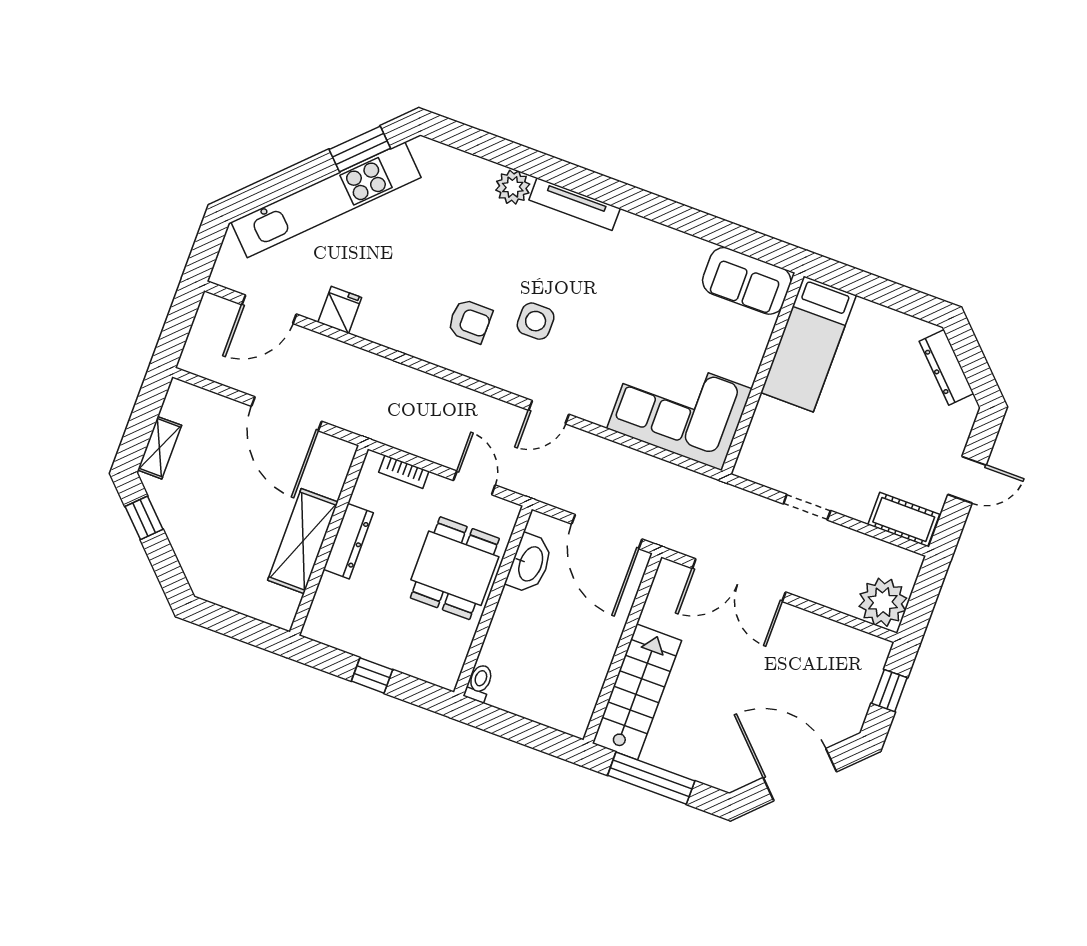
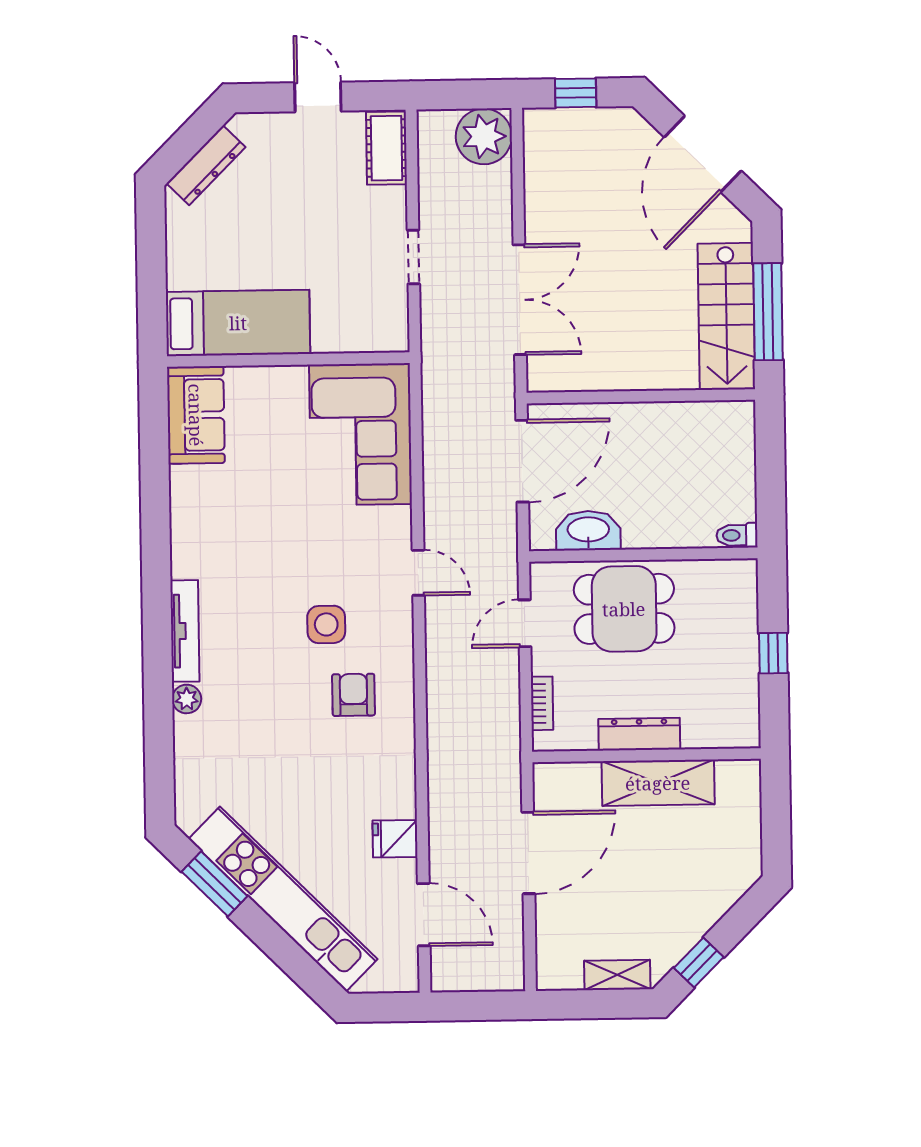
plant: (513, 187) -> (187, 699), width x0.73, depth x0.73
stairs: (637, 692) -> (726, 316), moved, turned -90

